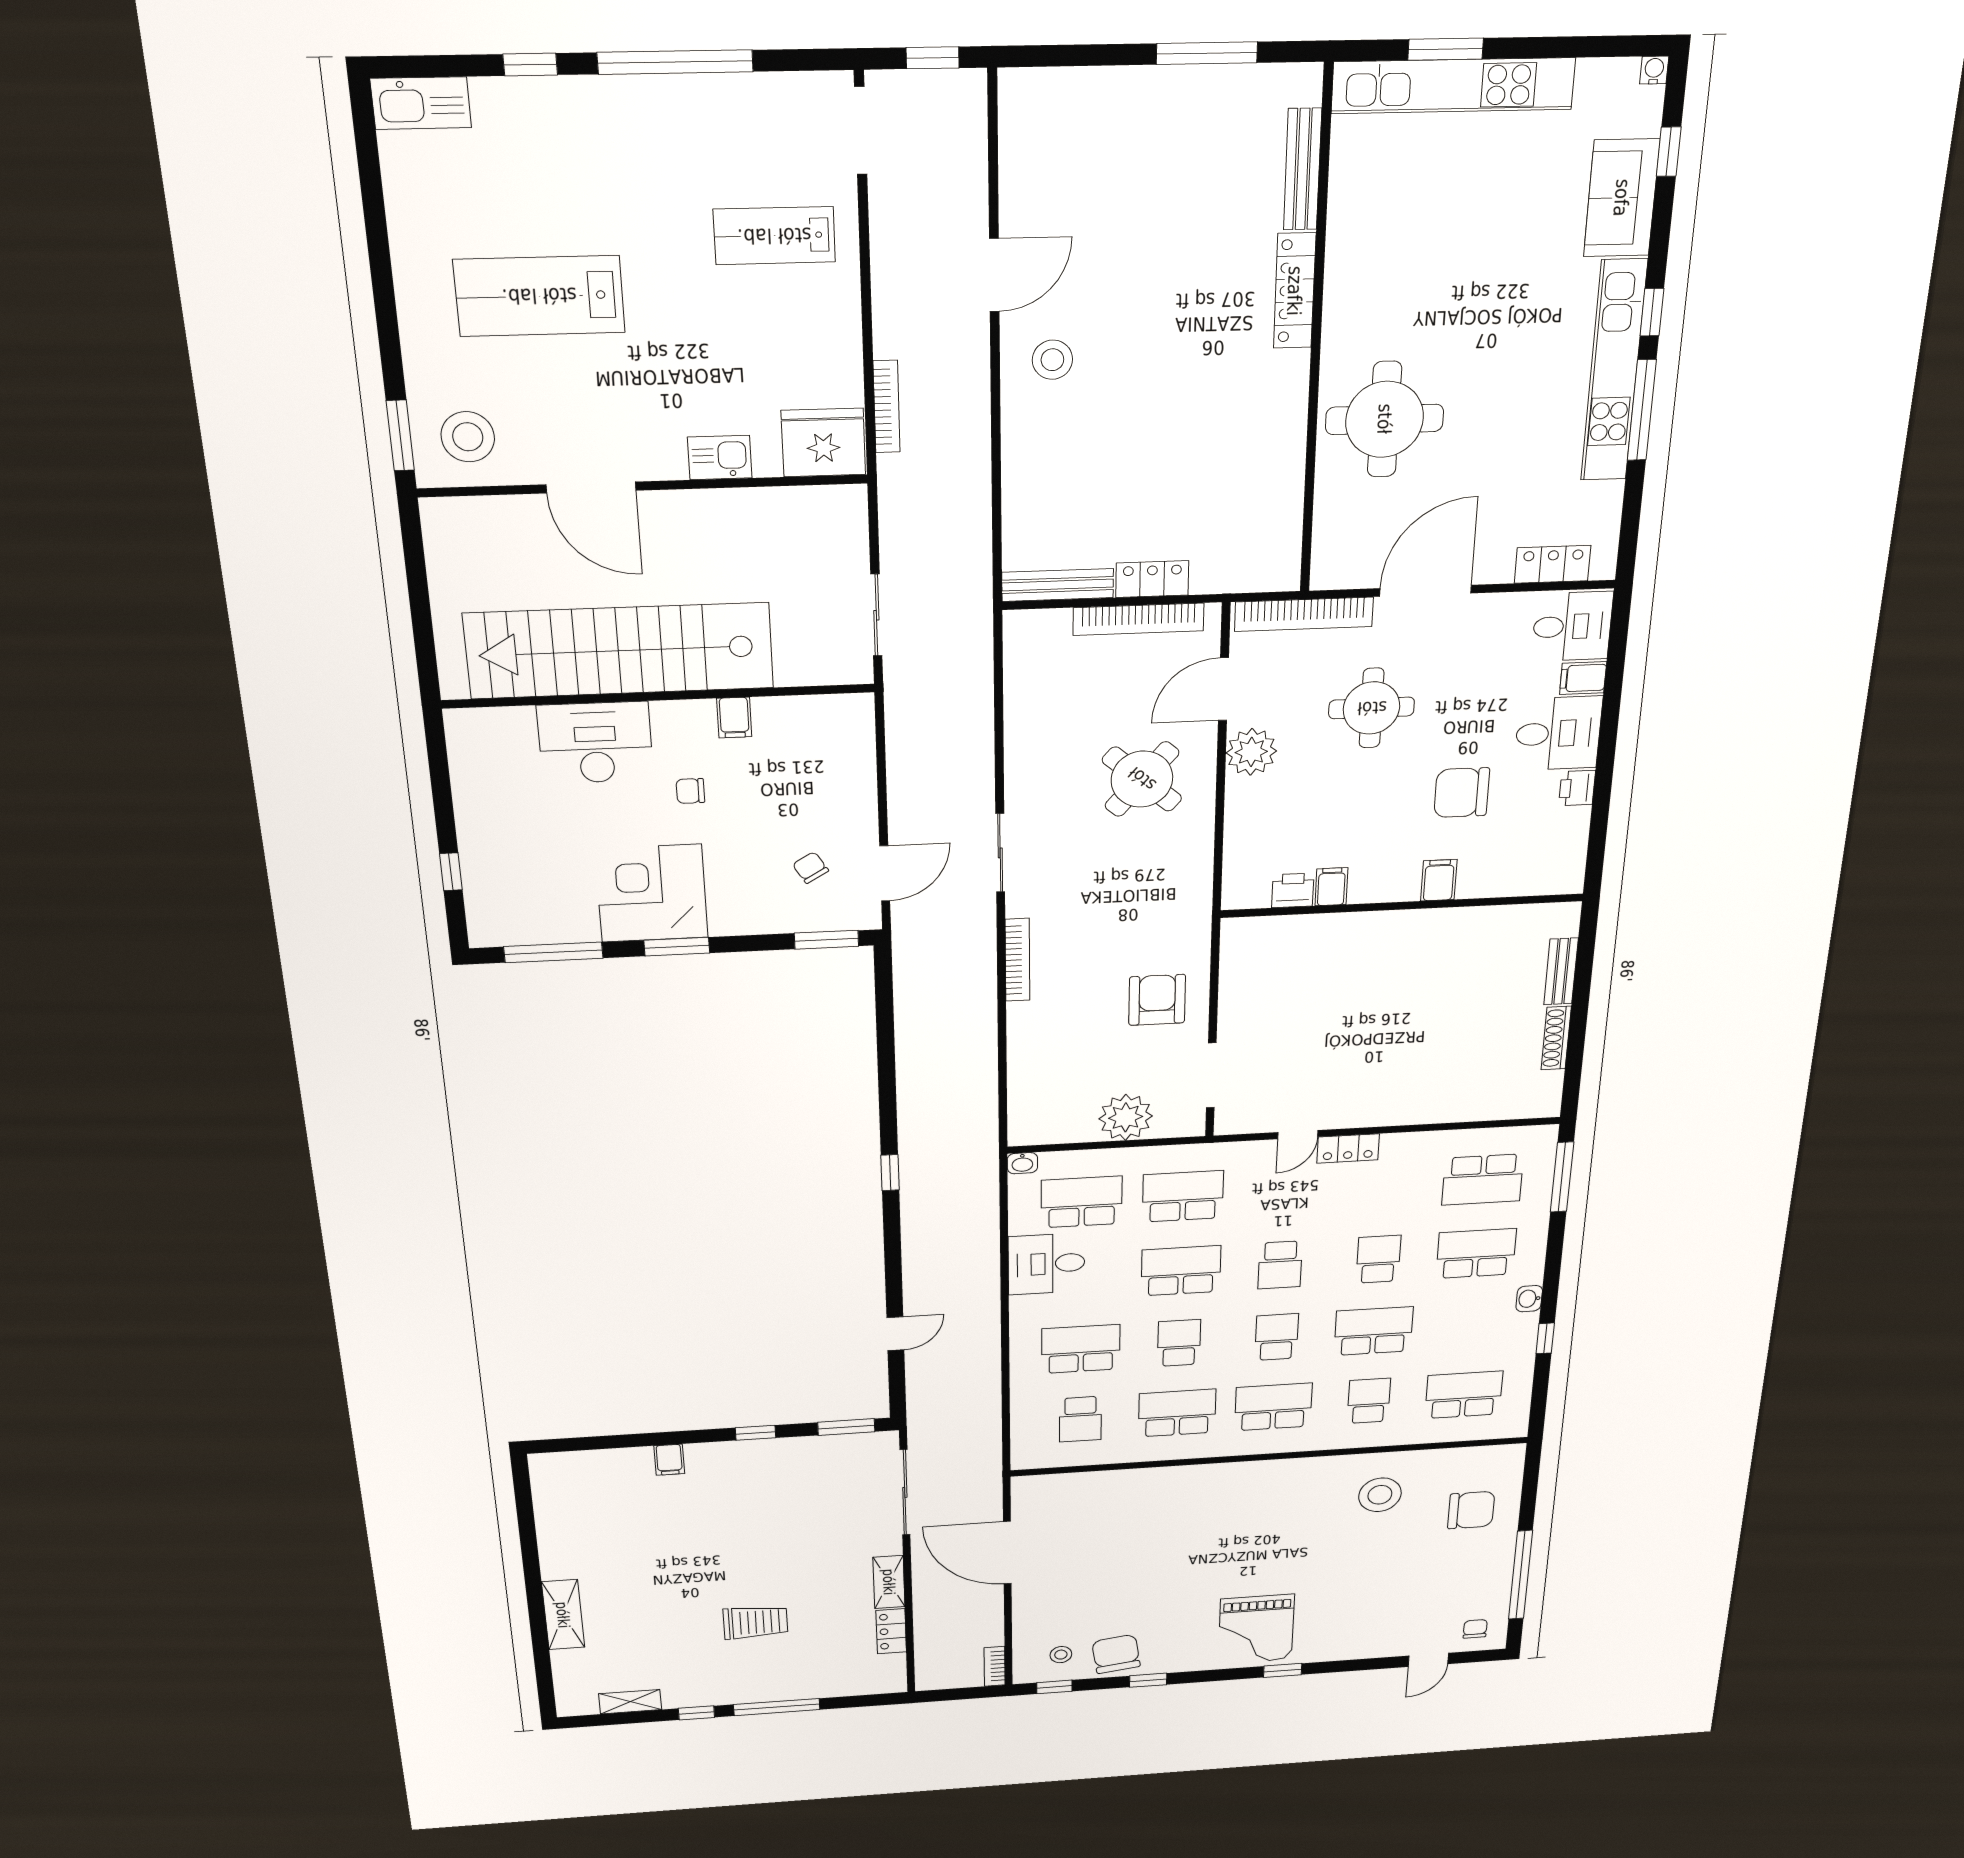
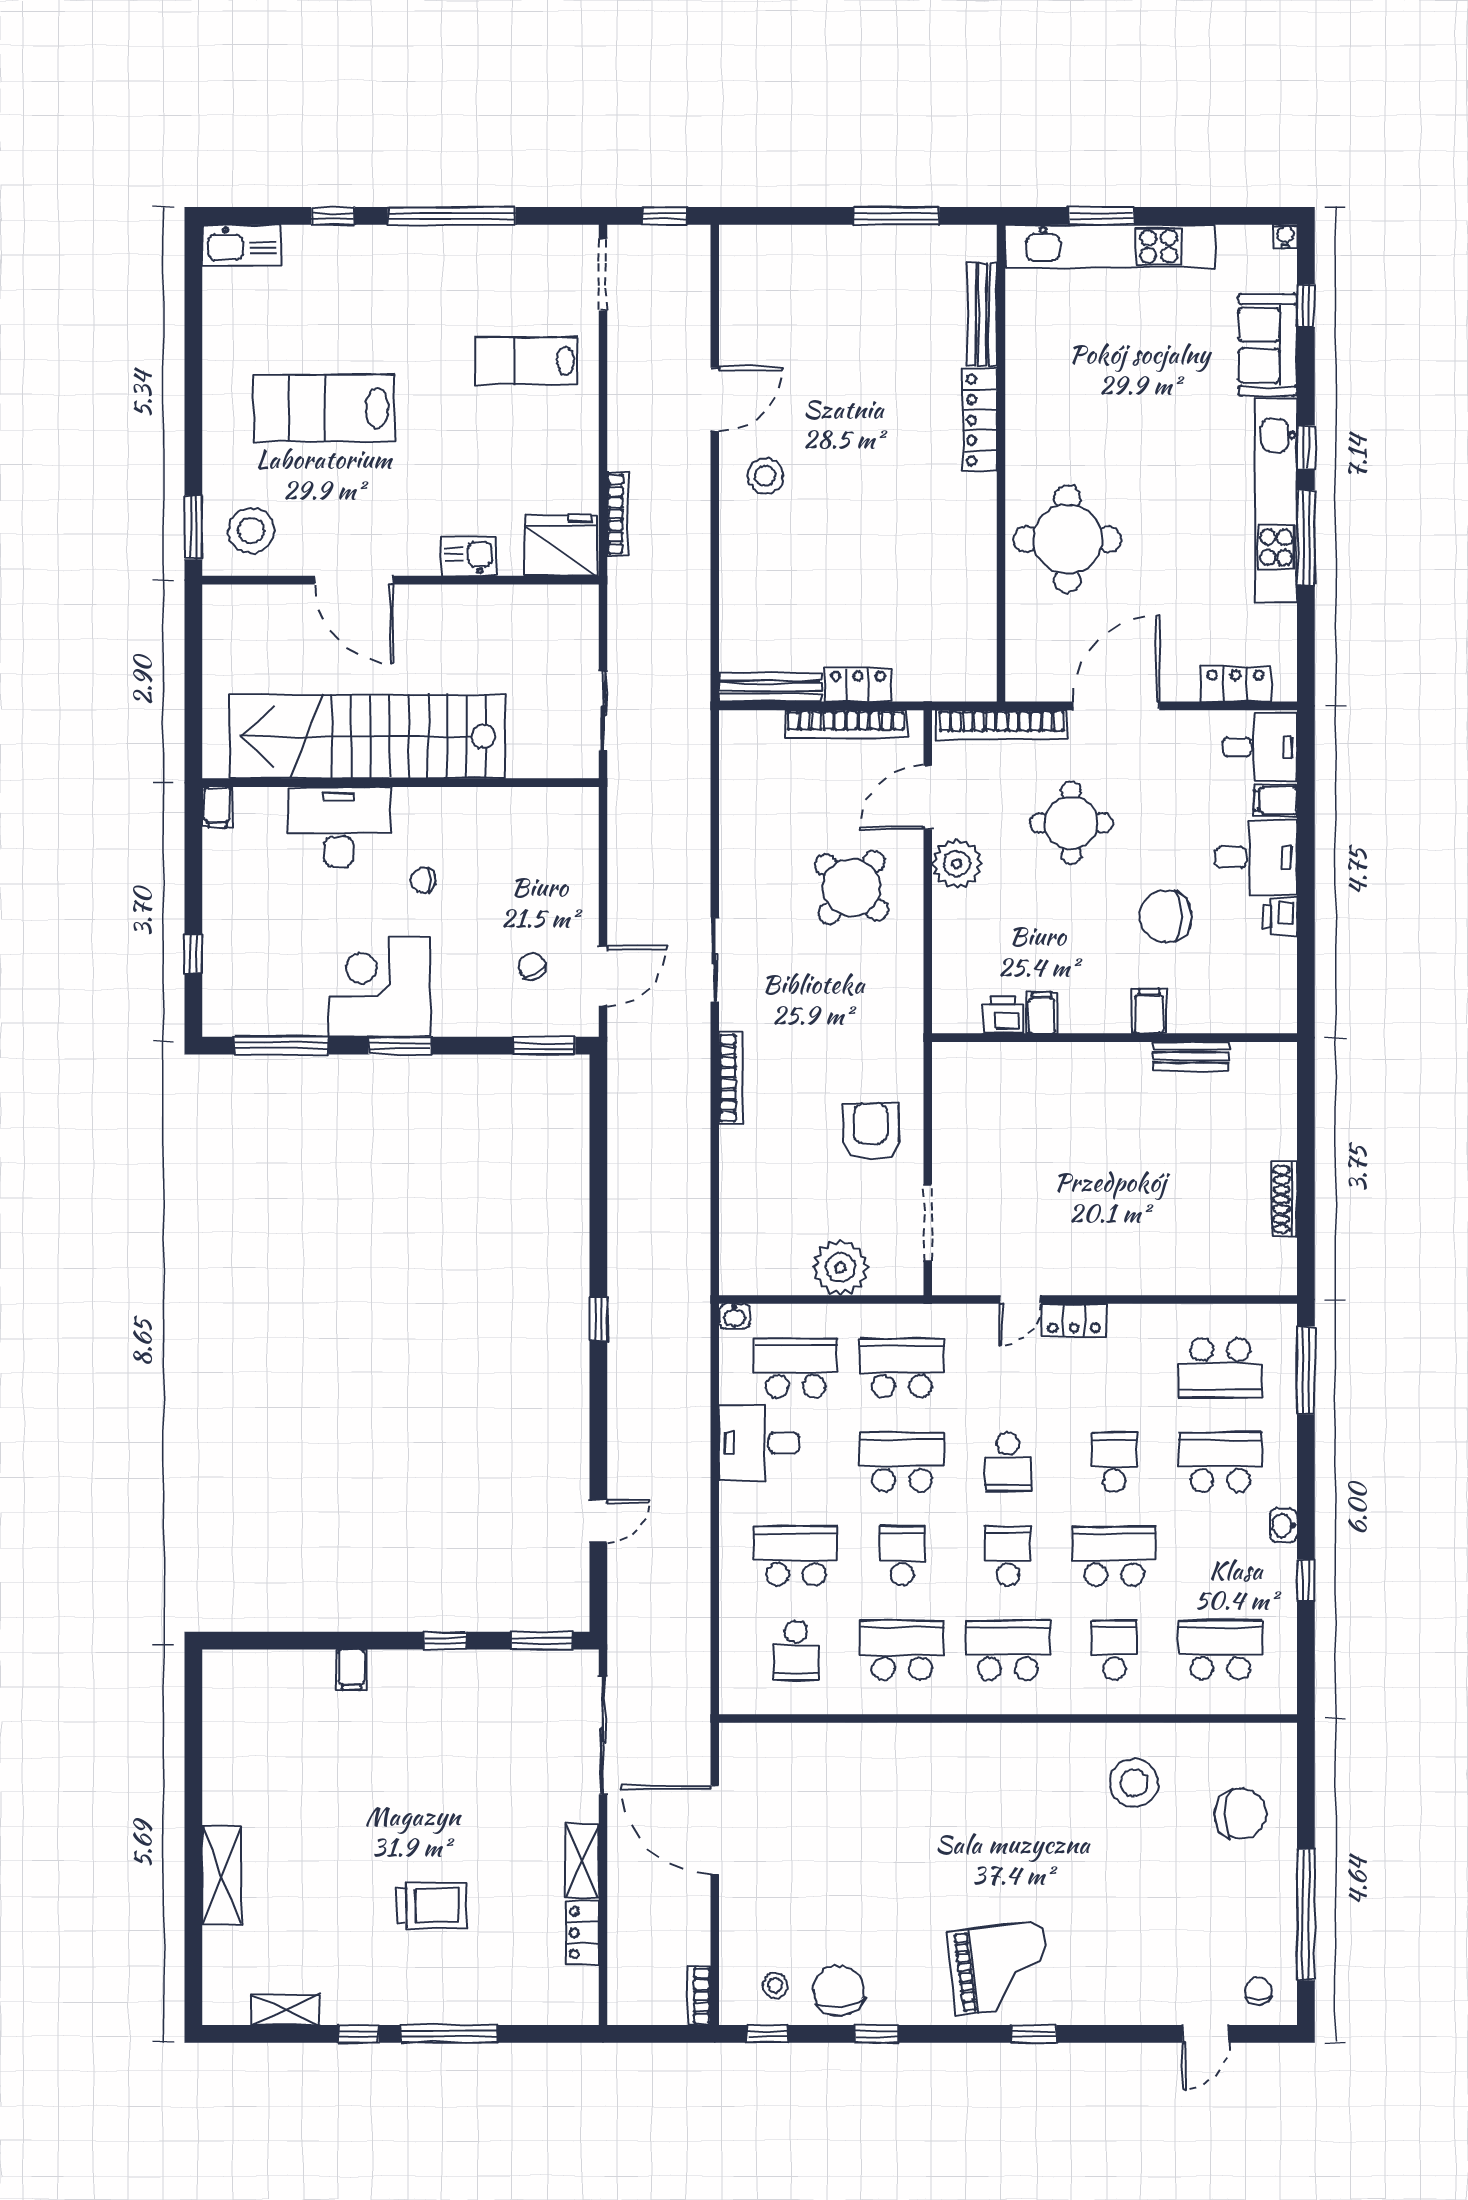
filing cabinet: (734, 718) -> (217, 807), moved
bench: (1561, 971) -> (1191, 1056), moved, turned 90
grand piano: (1256, 1629) -> (1000, 1968), turned -97

